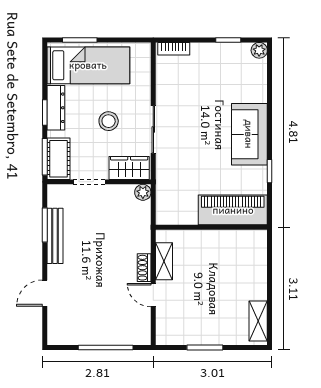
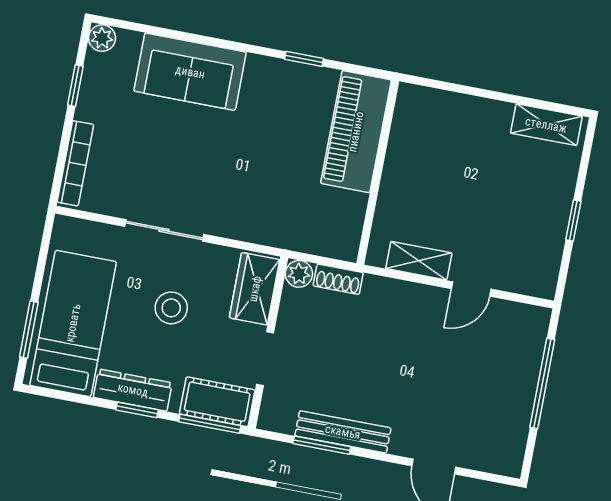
bookcase: (174, 49) -> (75, 163), width x1.56
sliding door: (153, 130) -> (164, 230), moved
sofa: (249, 134) -> (190, 72), moved
shoe rack: (144, 268) -> (338, 279), moved
window: (205, 347) -> (573, 221), width x0.67

